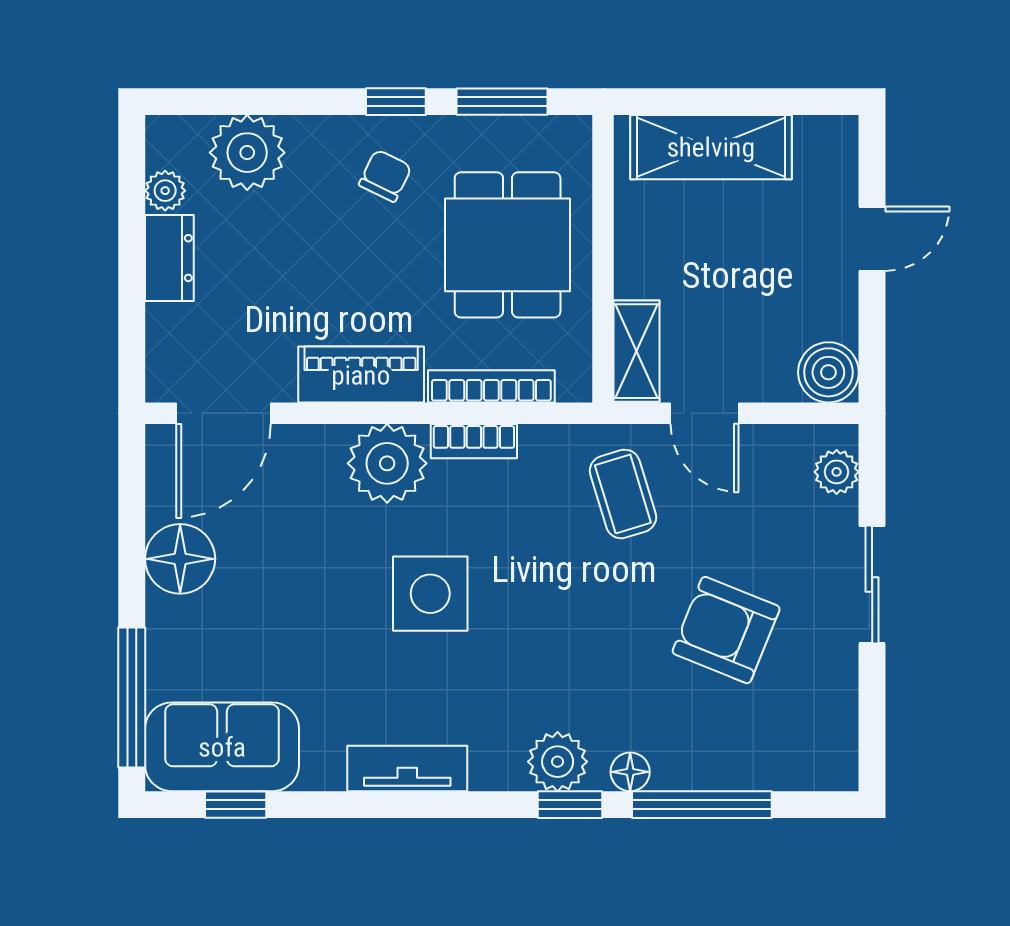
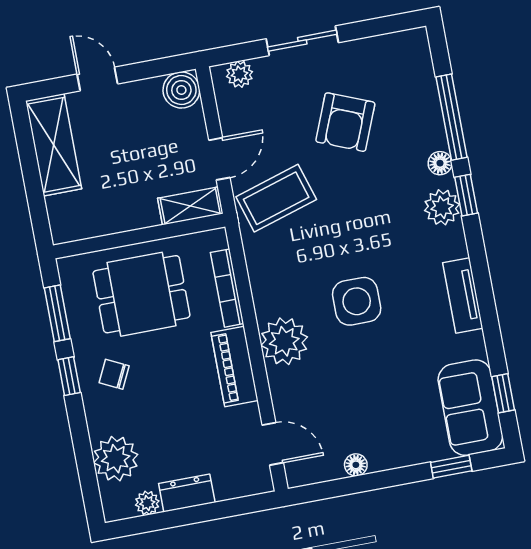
shelving: (711, 147) -> (54, 145), moved
door: (223, 413) -> (273, 444), width x0.73
bookcase: (474, 441) -> (261, 292), removed
coffee table: (623, 494) -> (276, 198), width x1.36, depth x1.30
floor lamp: (180, 559) -> (356, 465), width x0.53, depth x0.53
window: (132, 697) -> (451, 467), width x0.46

